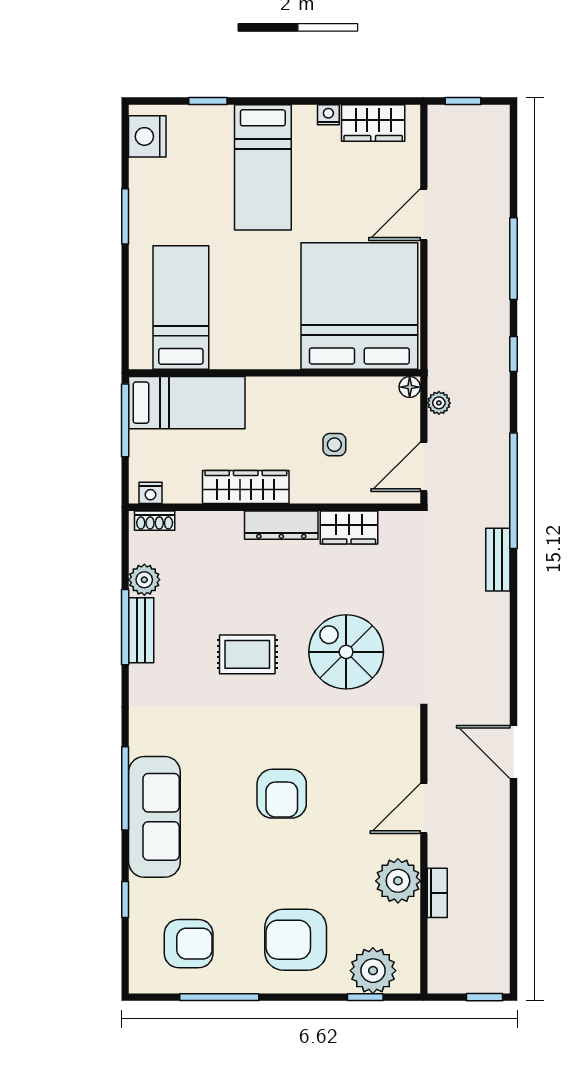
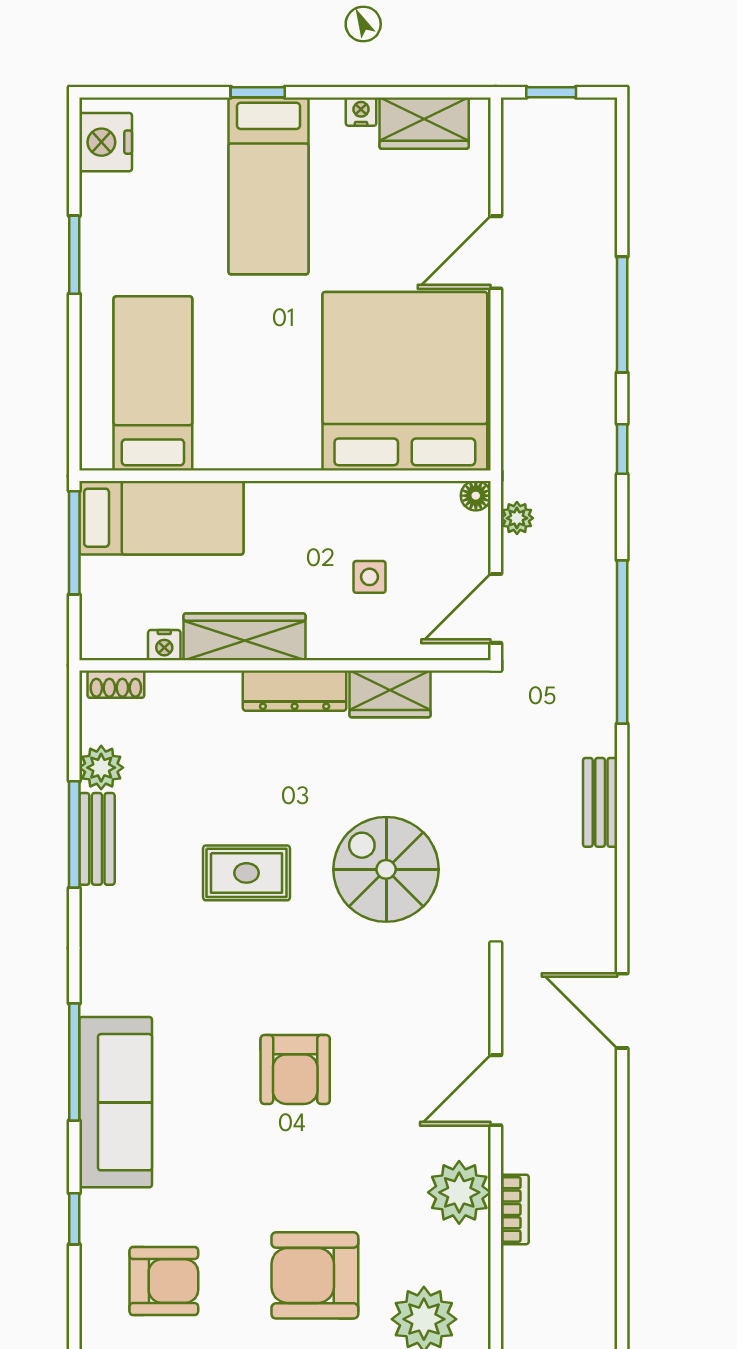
window: (208, 101) -> (258, 92), moved
nightstand: (150, 493) -> (164, 645), moved
bench: (498, 560) -> (600, 802), moved

